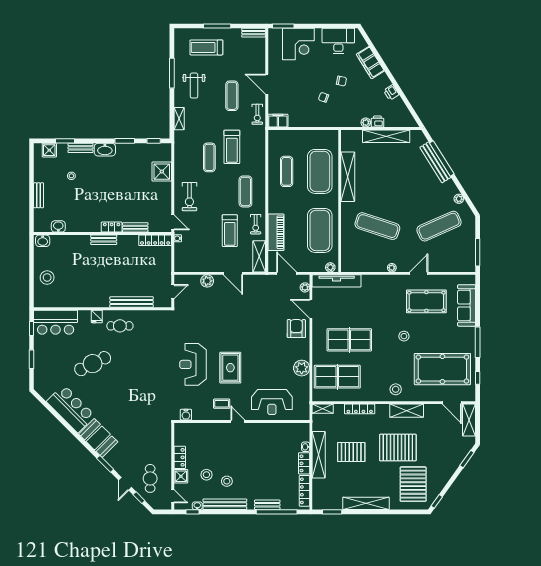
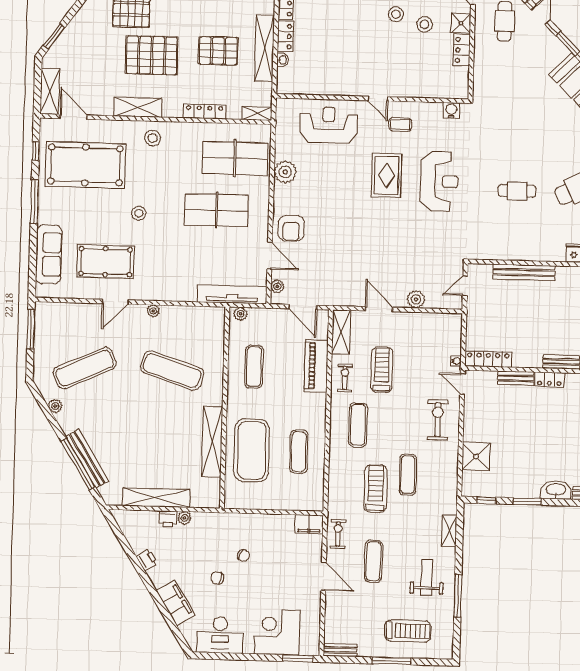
exercise mat: (320, 230) -> (254, 367), width x0.50, depth x0.69
cafe table: (120, 326) -> (517, 191), moved

